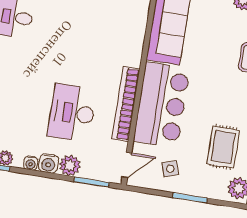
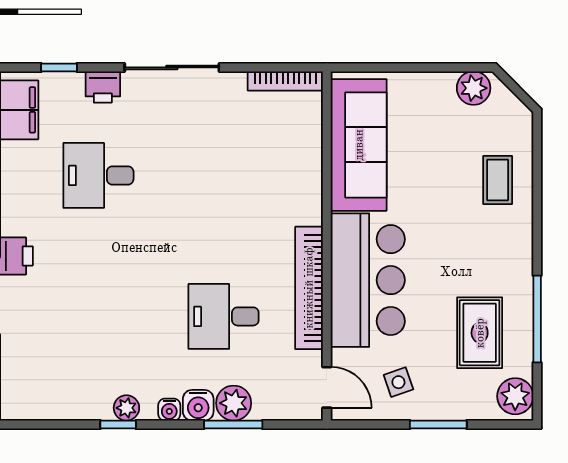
desk: (72, 113) -> (224, 316), width x0.73
door: (127, 165) -> (327, 387), hinge flipped
window: (92, 182) -> (233, 424), moved

